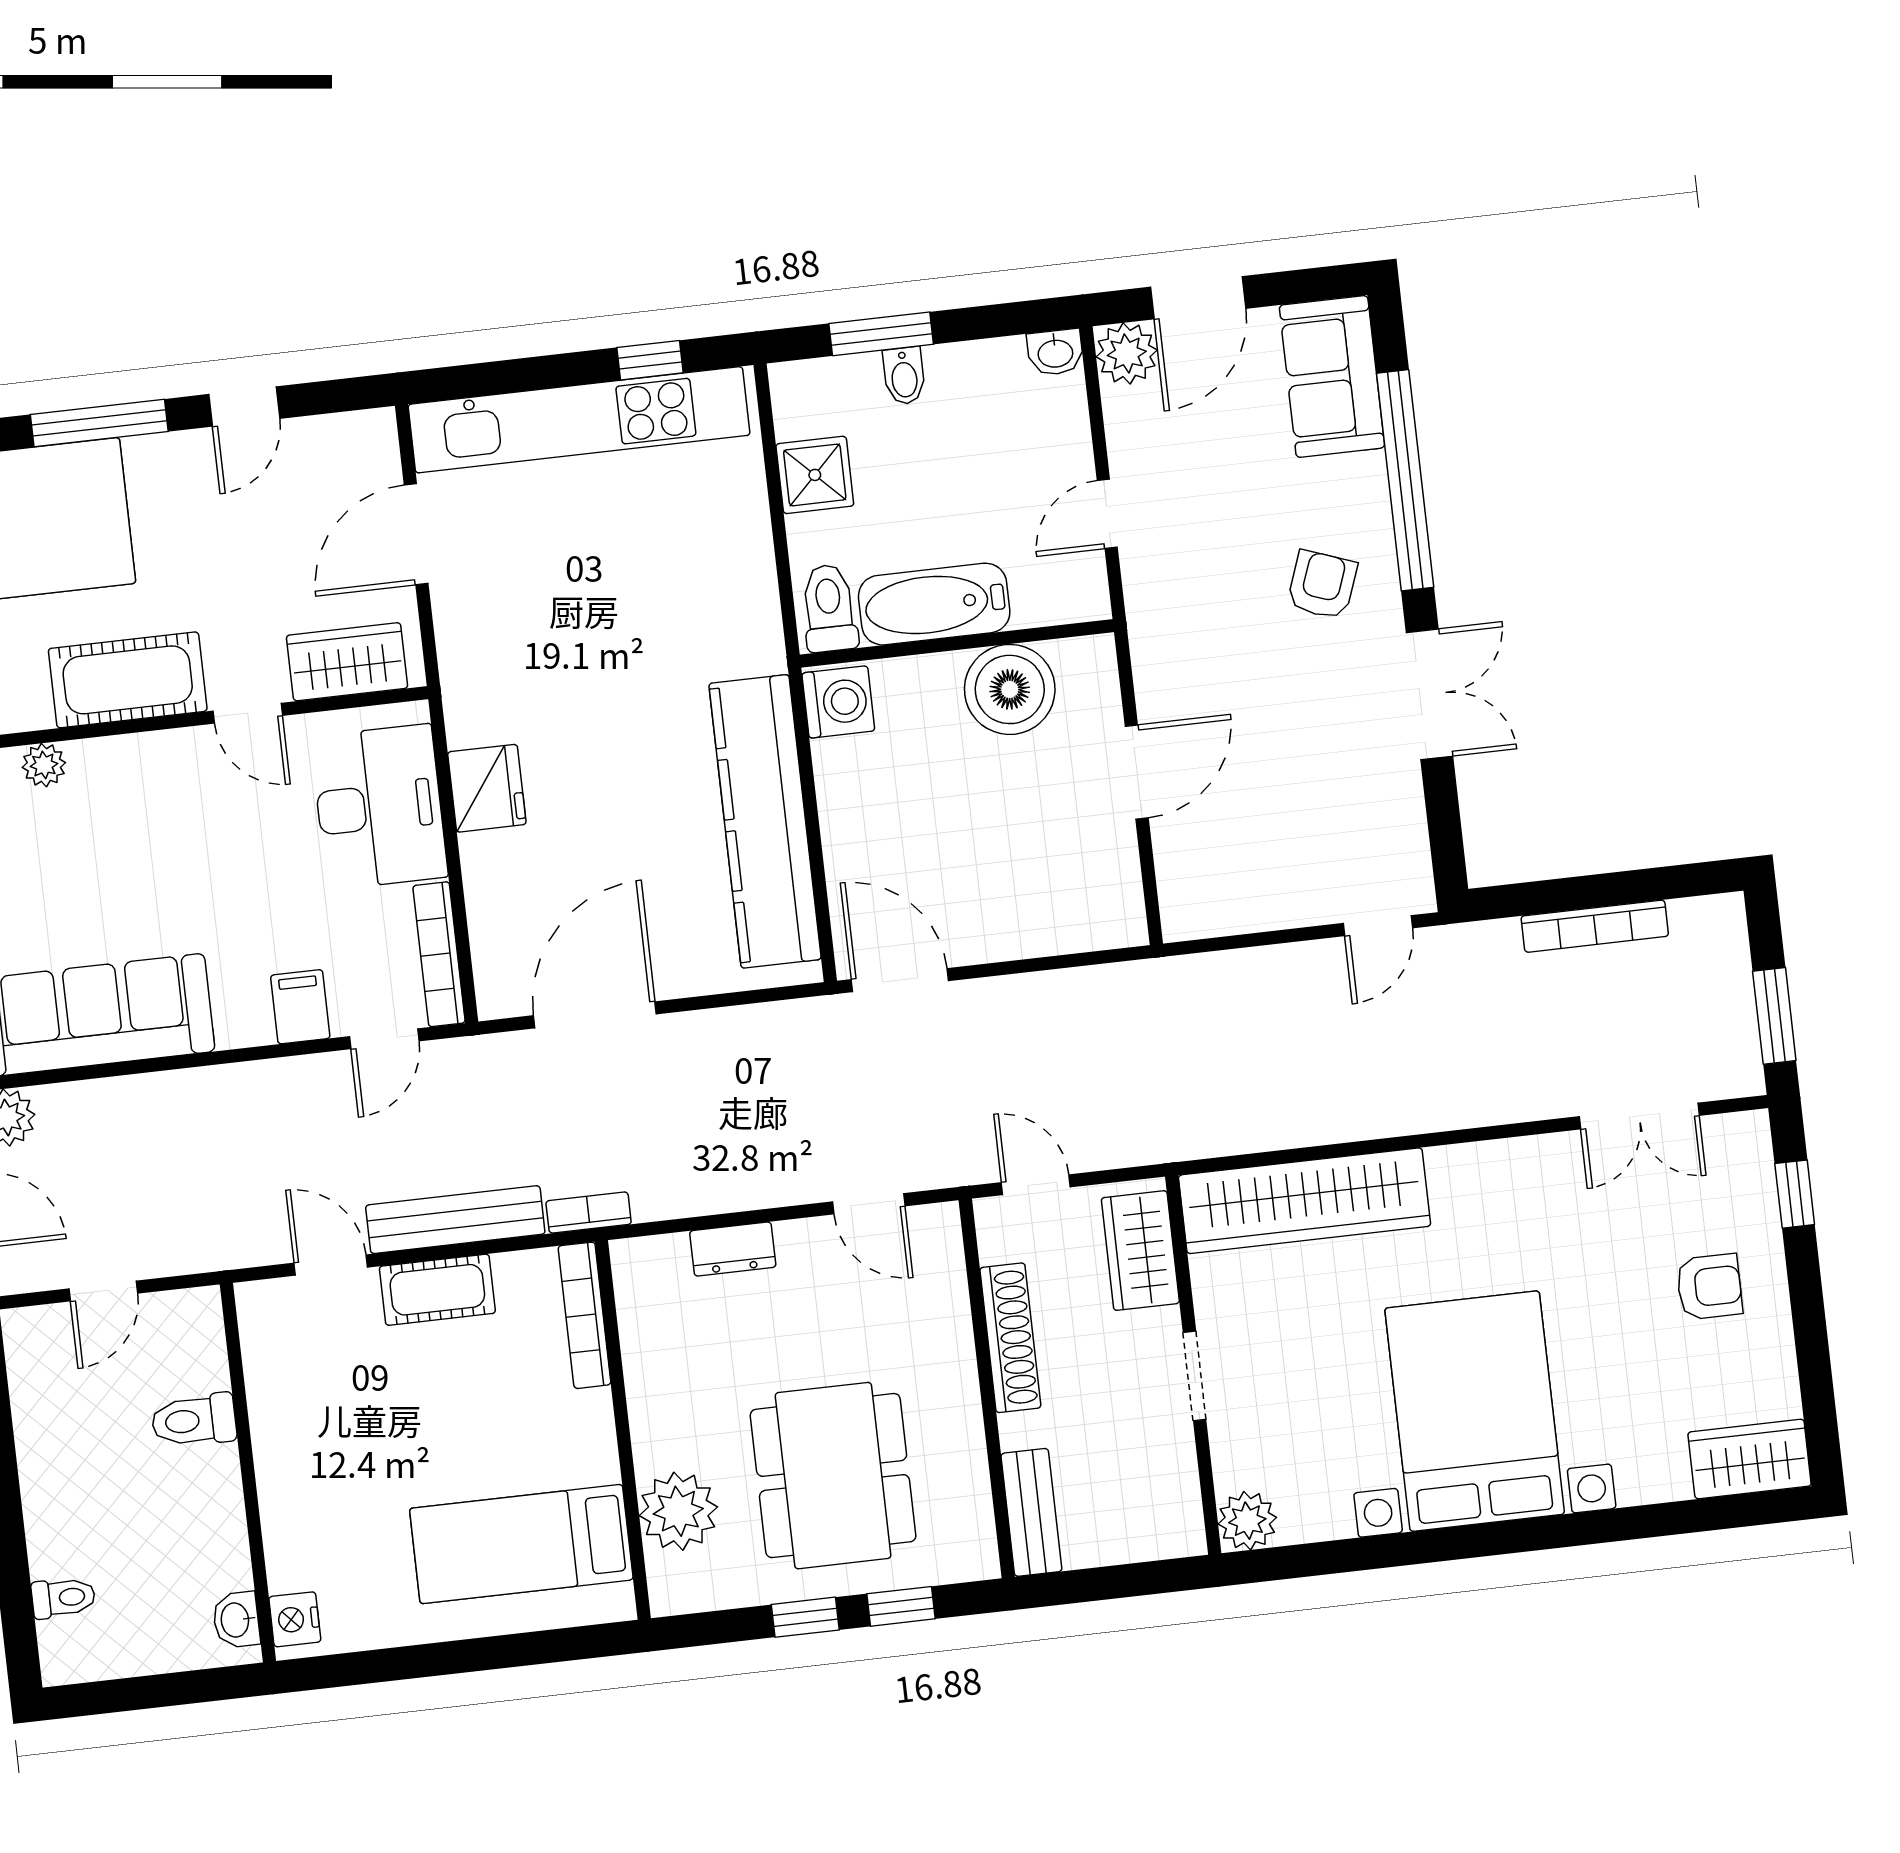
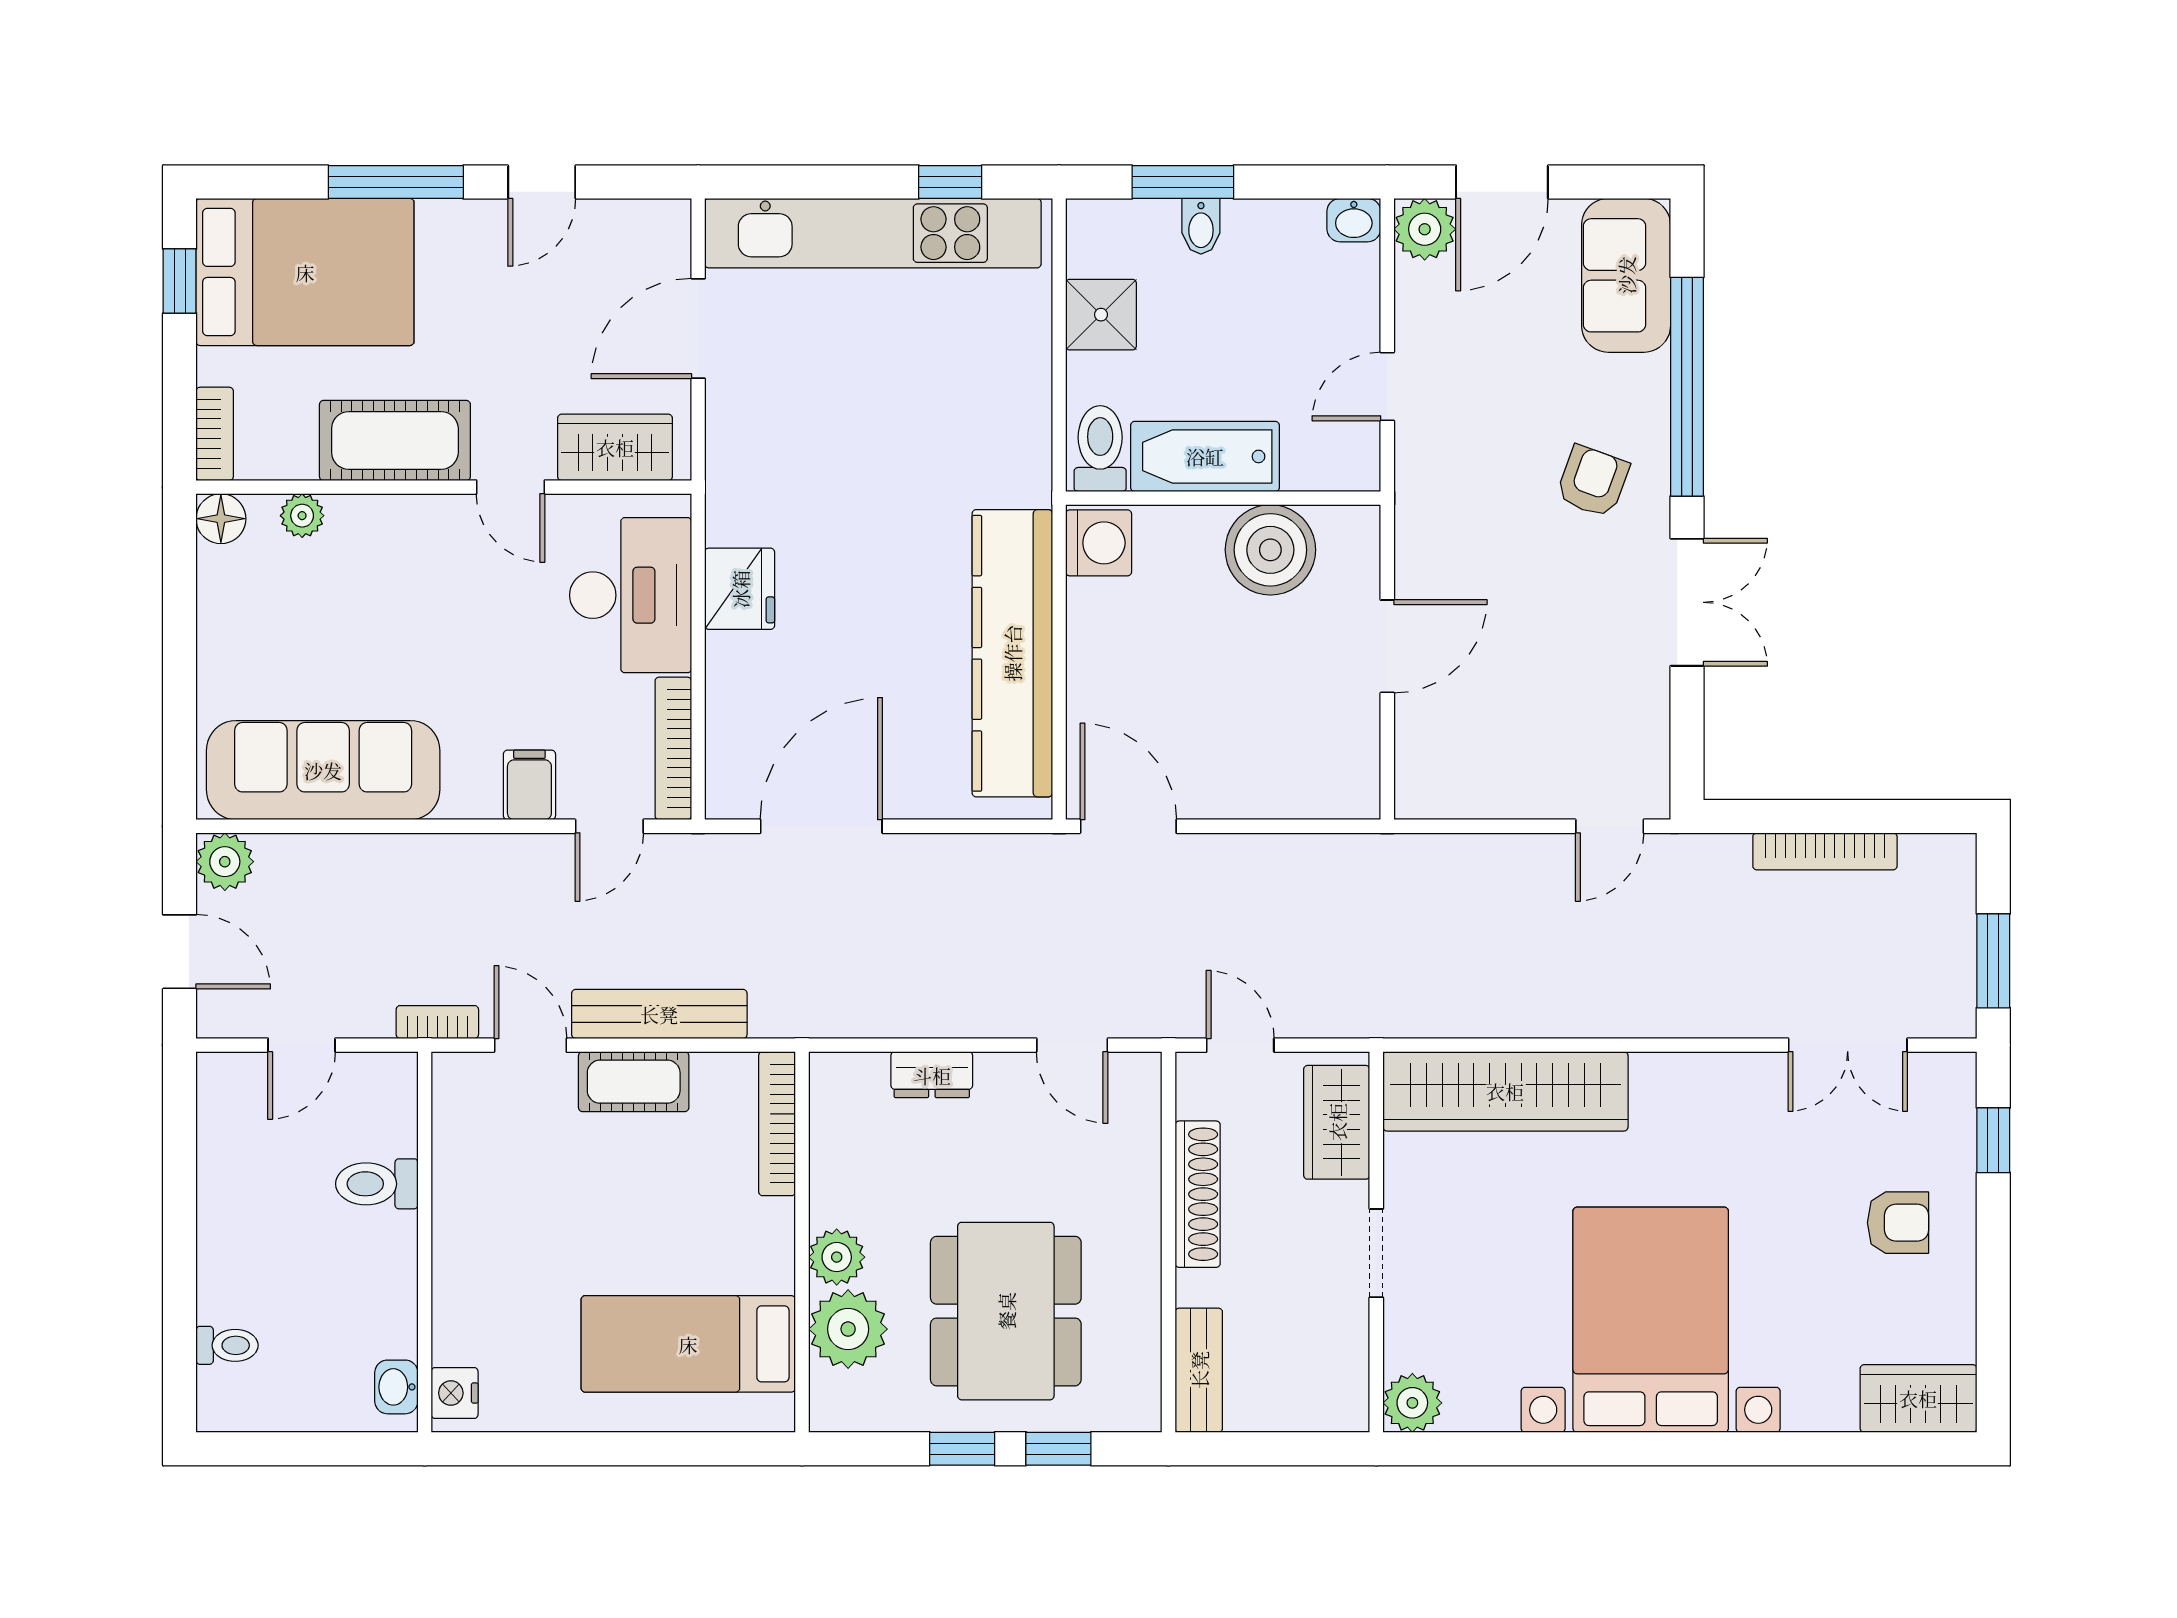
bookcase: (589, 1213) -> (437, 1022), moved
plant: (659, 1441) -> (837, 1257), added

